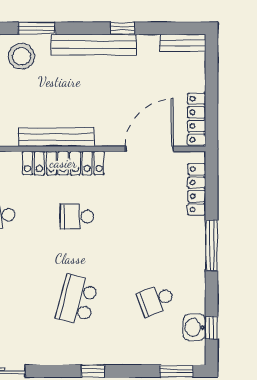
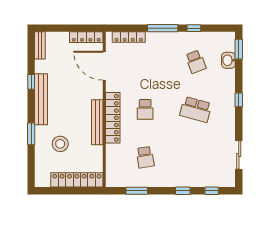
stool: (21, 56) -> (60, 144), moved
washbasin: (194, 327) -> (228, 60), moved, turned 90
window: (211, 328) -> (194, 28), moved

